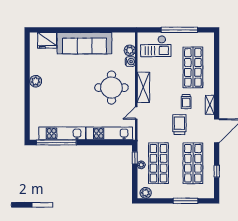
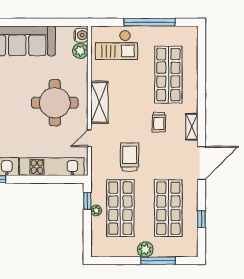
water cooler: (130, 62) -> (81, 35), moved
trolley: (179, 125) -> (130, 157), moved
plant: (146, 193) -> (145, 249), moved

